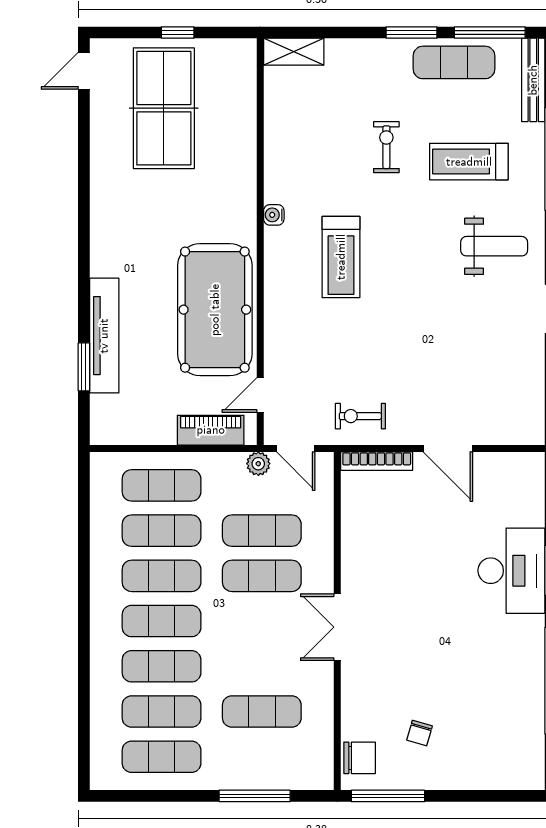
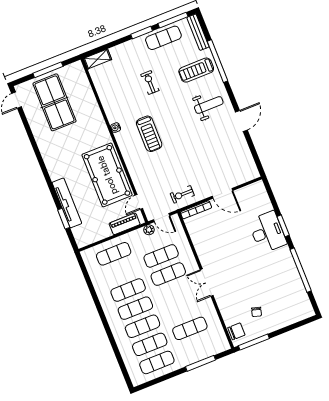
window: (178, 32) -> (48, 70), width x2.17
treadmill: (469, 162) -> (196, 70), moved
exercise mat: (162, 531) -> (121, 272), removed

